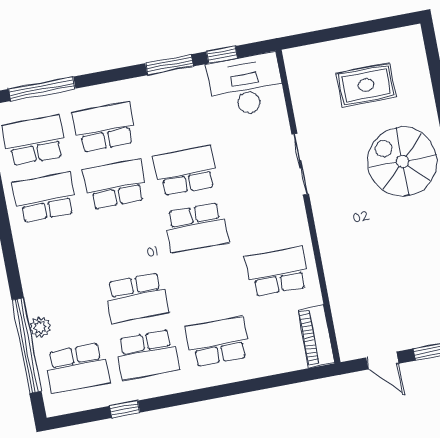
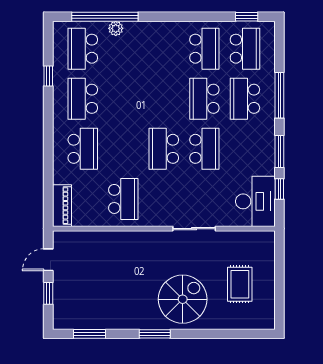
window: (42, 89) -> (279, 95), moved
school desk: (104, 127) -> (245, 99), turned 180
school desk: (115, 184) -> (204, 99), turned 180
school desk: (137, 298) -> (123, 99), removed
piano: (316, 336) -> (62, 206), moved, turned 90

